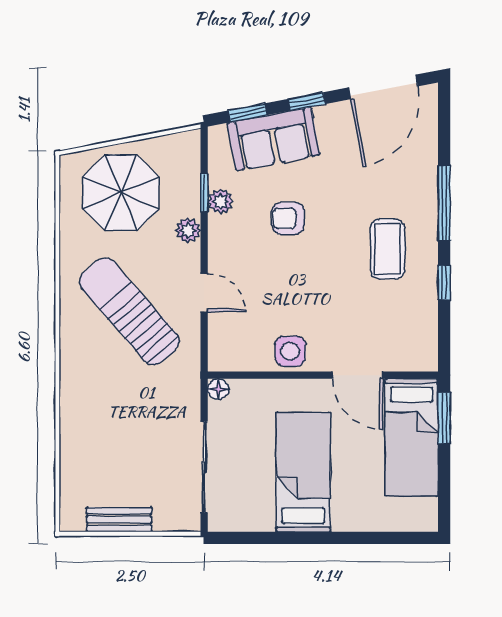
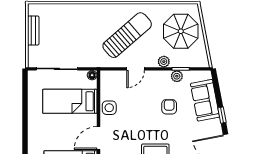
window: (248, 113) -> (217, 89), removed
bed: (303, 472) -> (70, 101), moved, turned 180

